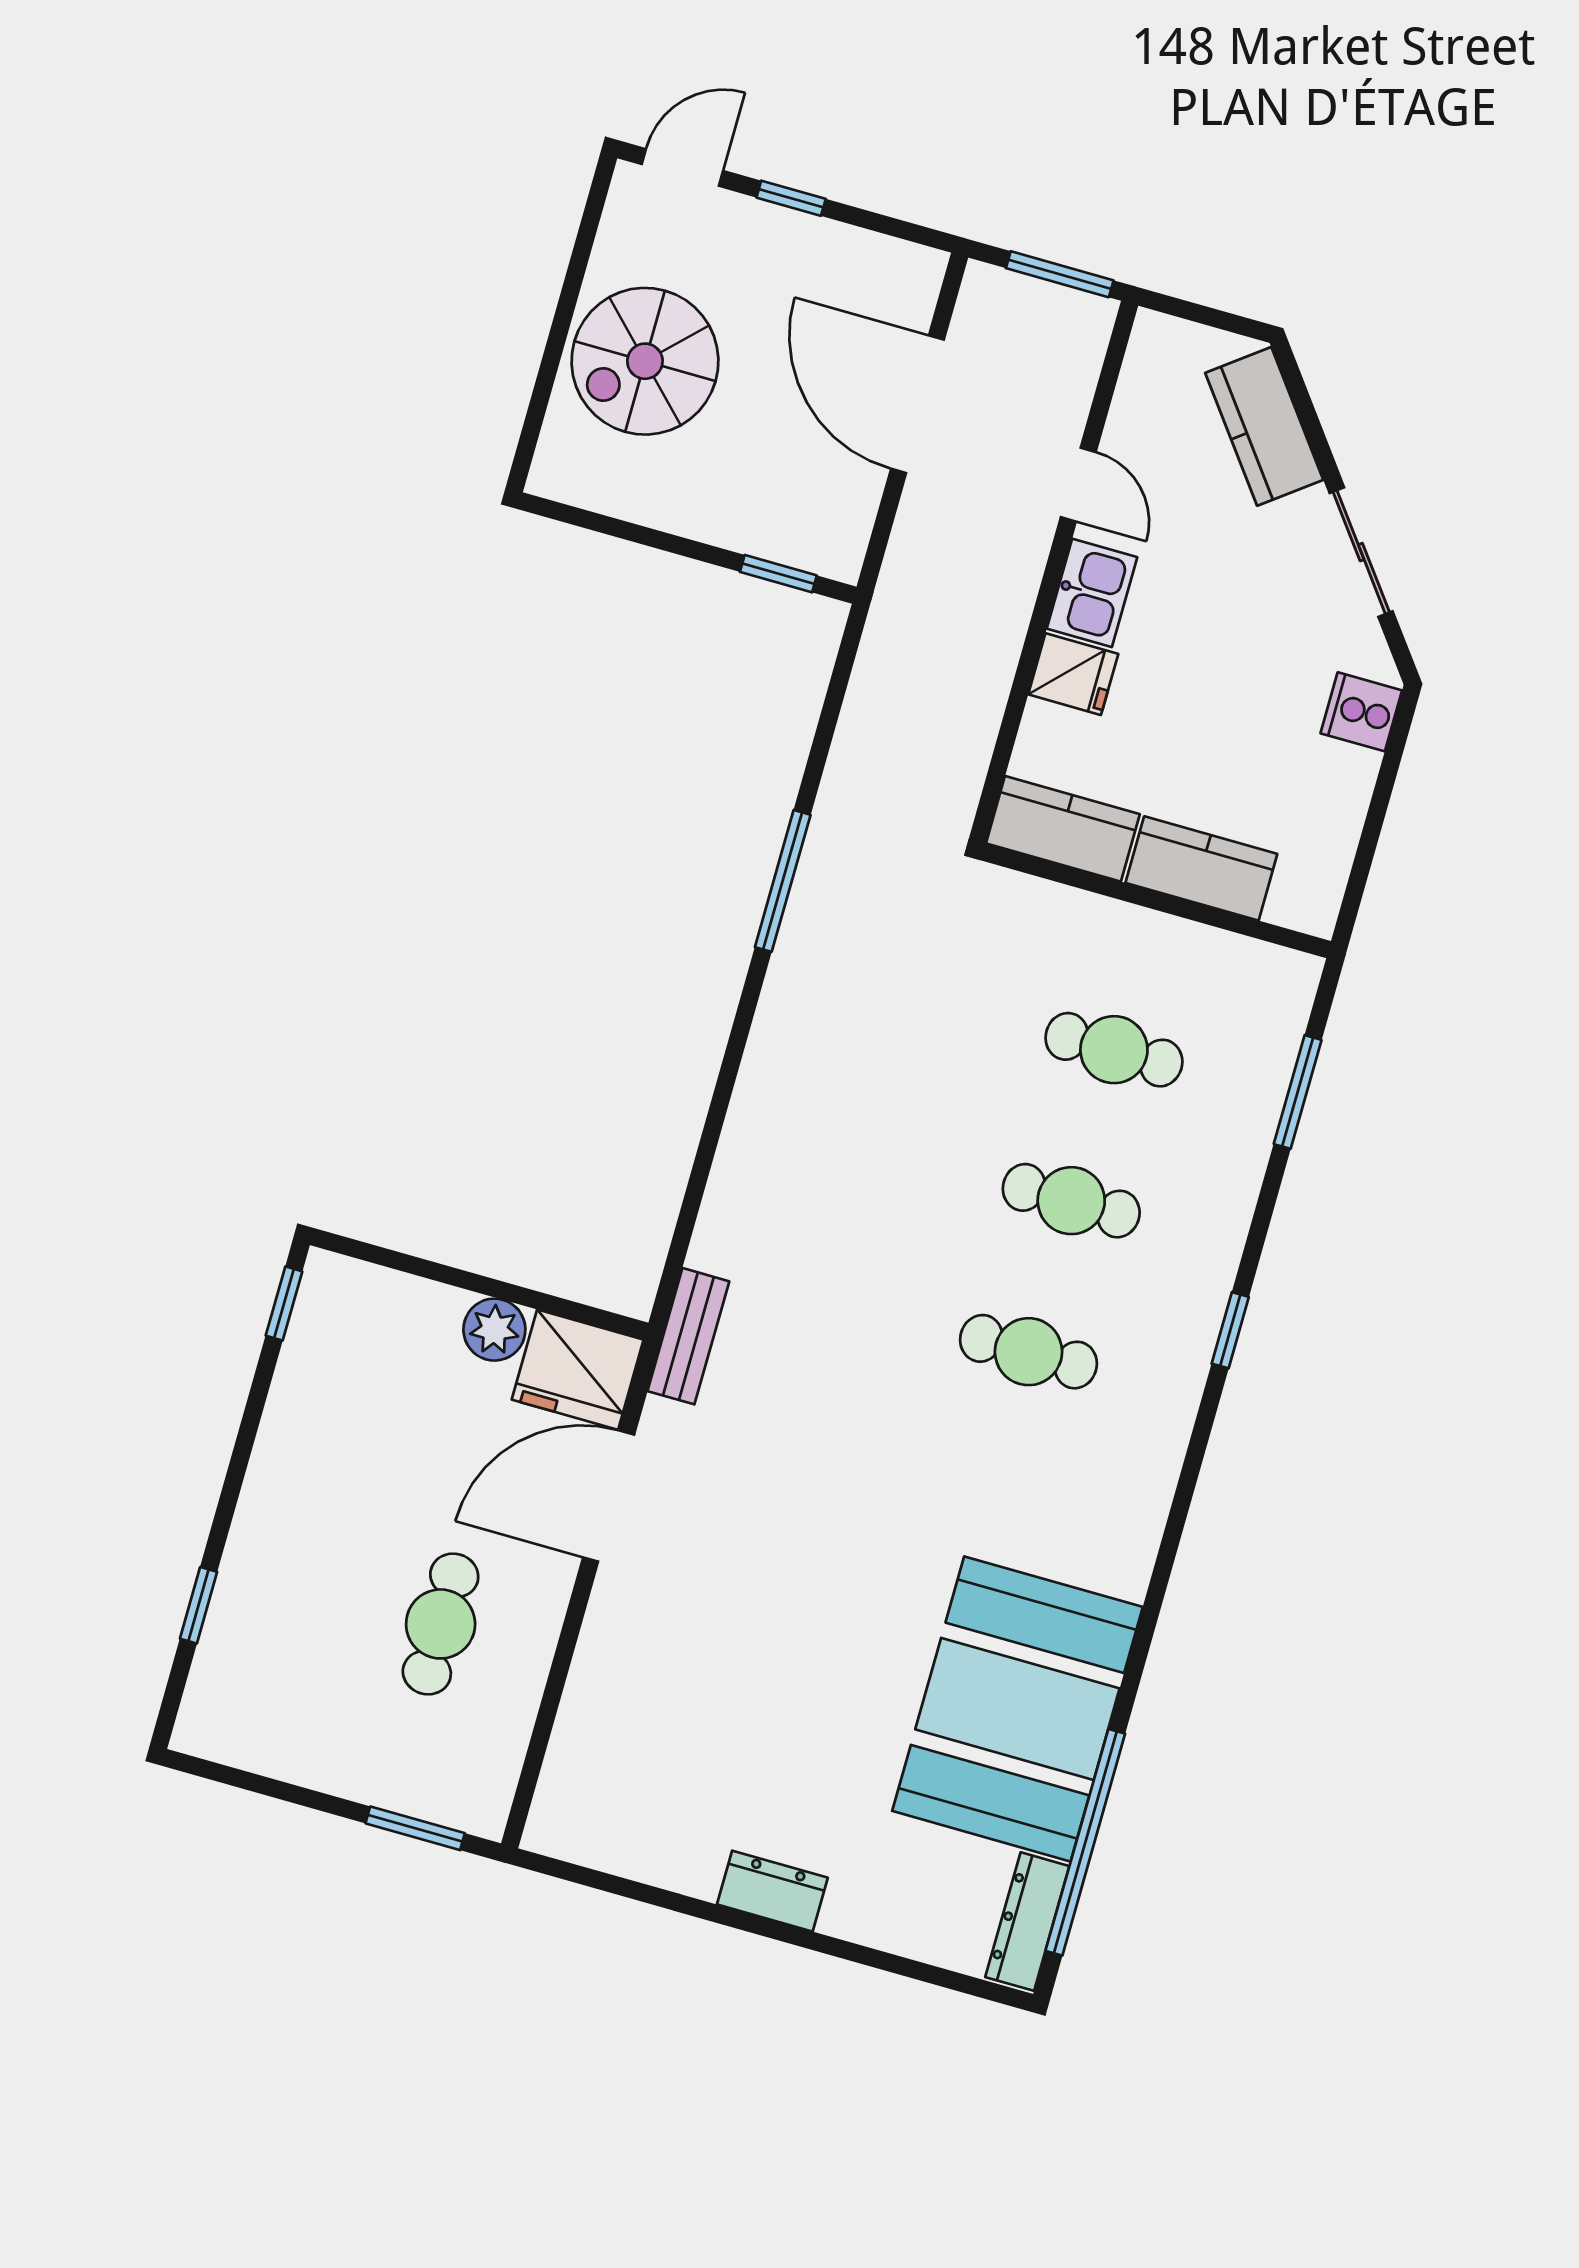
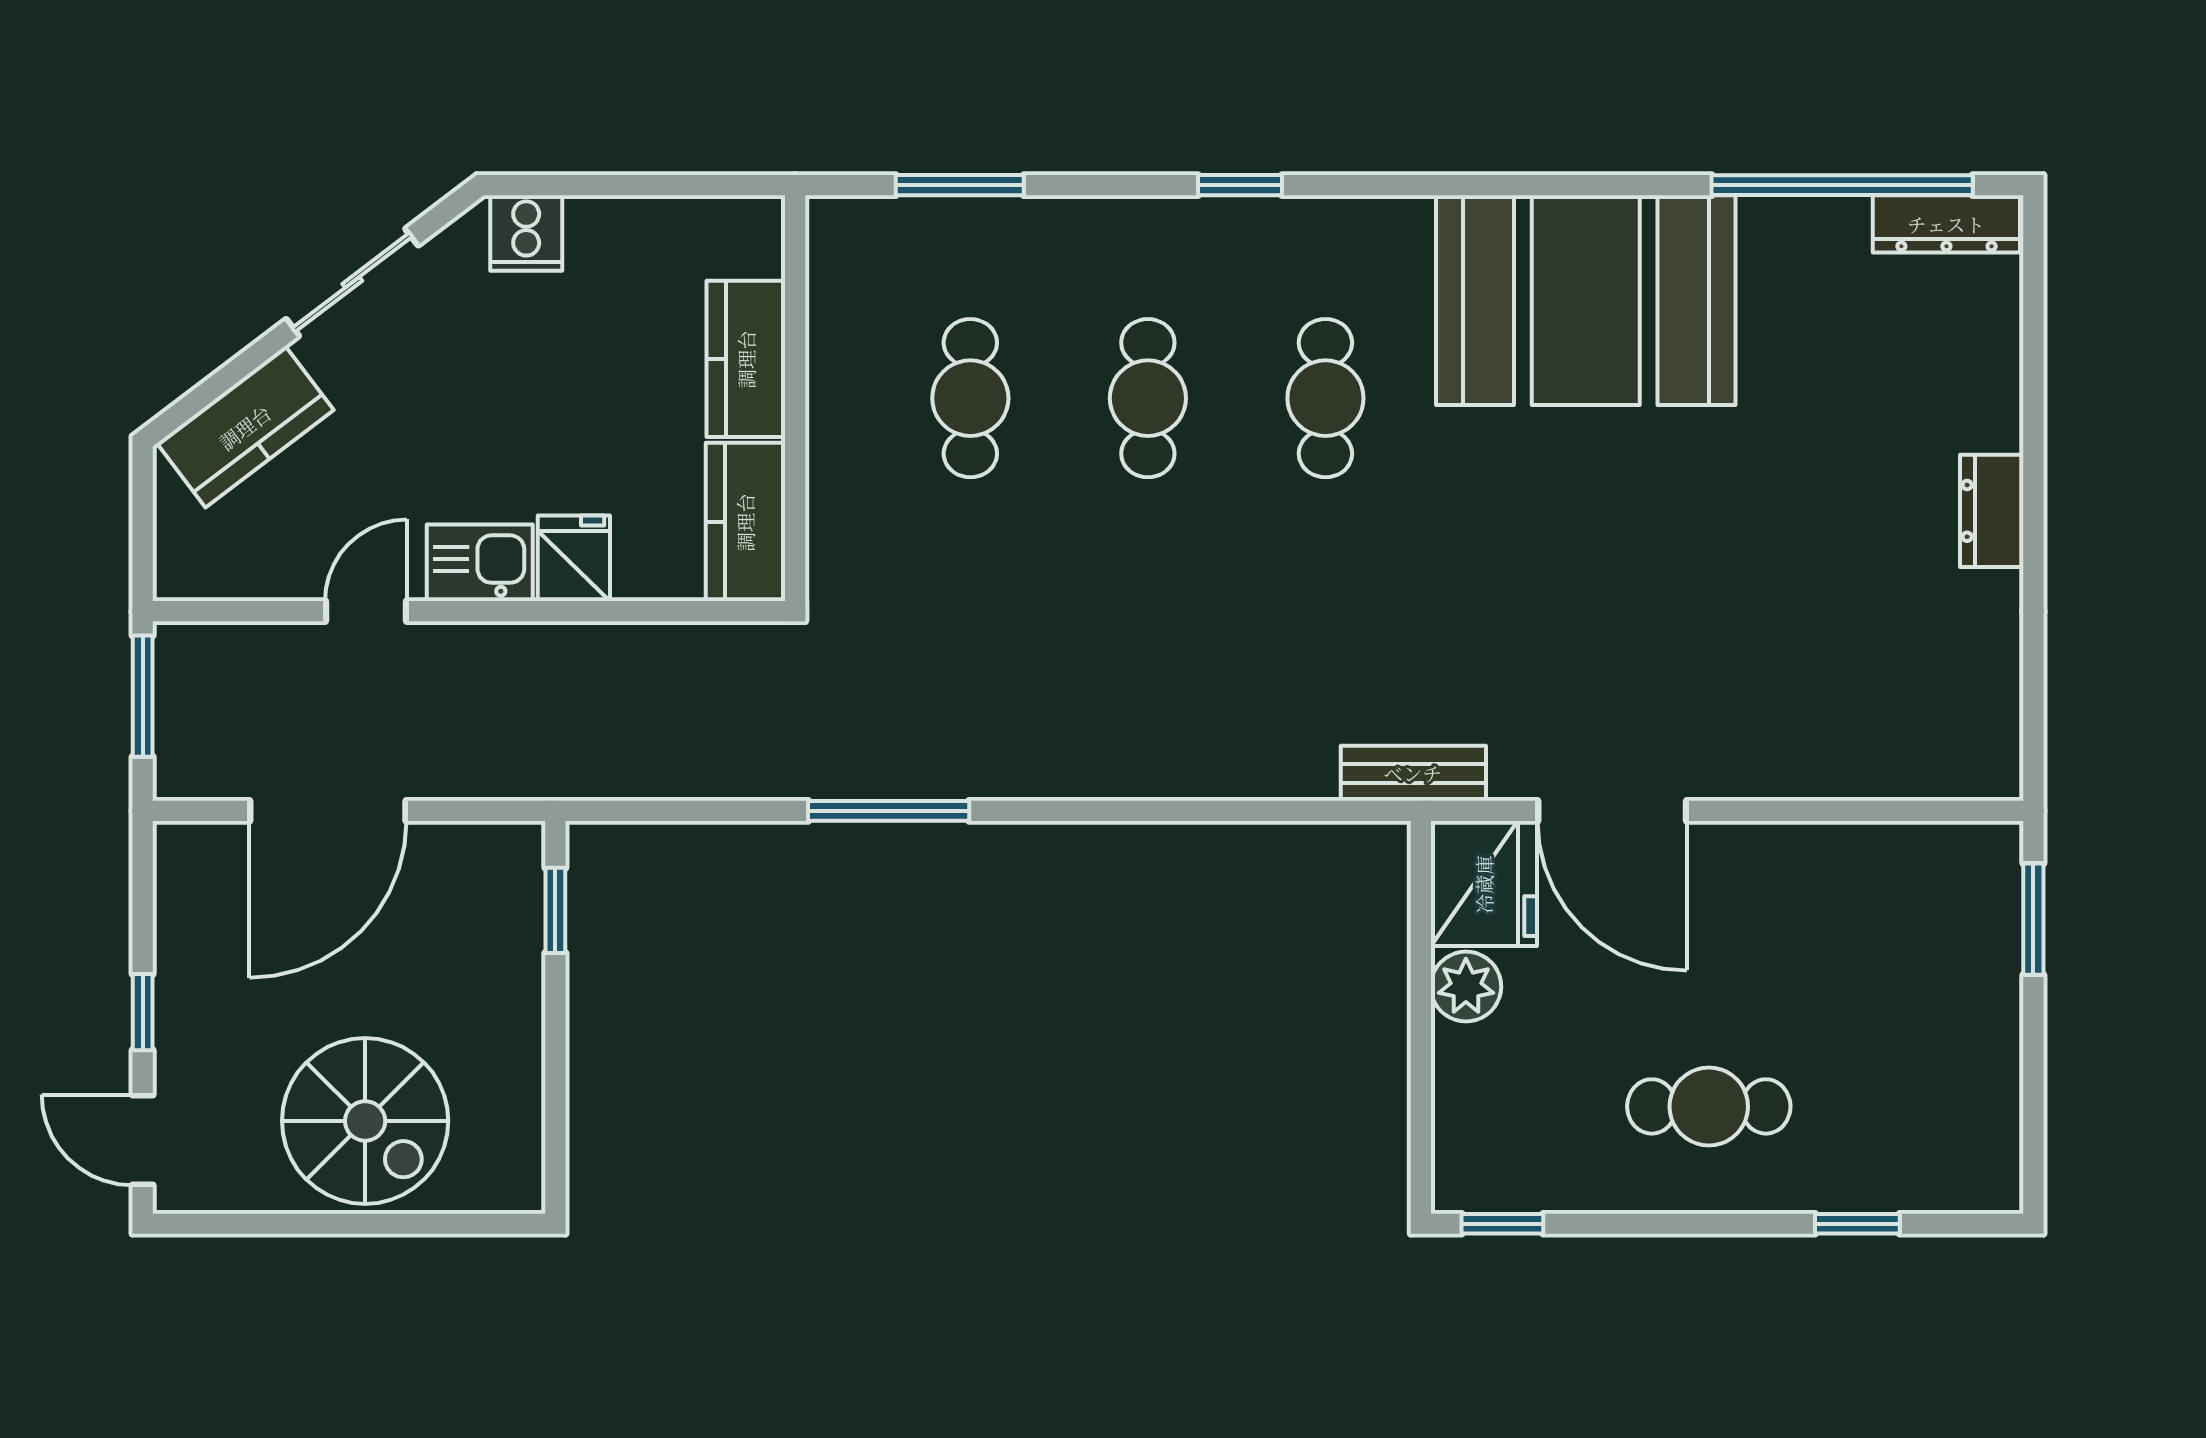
cafe table: (441, 1624) -> (1709, 1106), moved
booth: (1017, 1709) -> (1586, 300), moved

